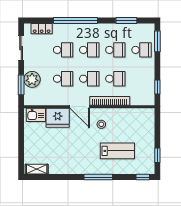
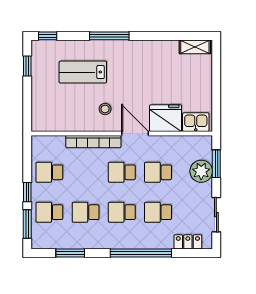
school desk: (115, 79) -> (49, 172), moved
window: (157, 87) -> (27, 192), moved

